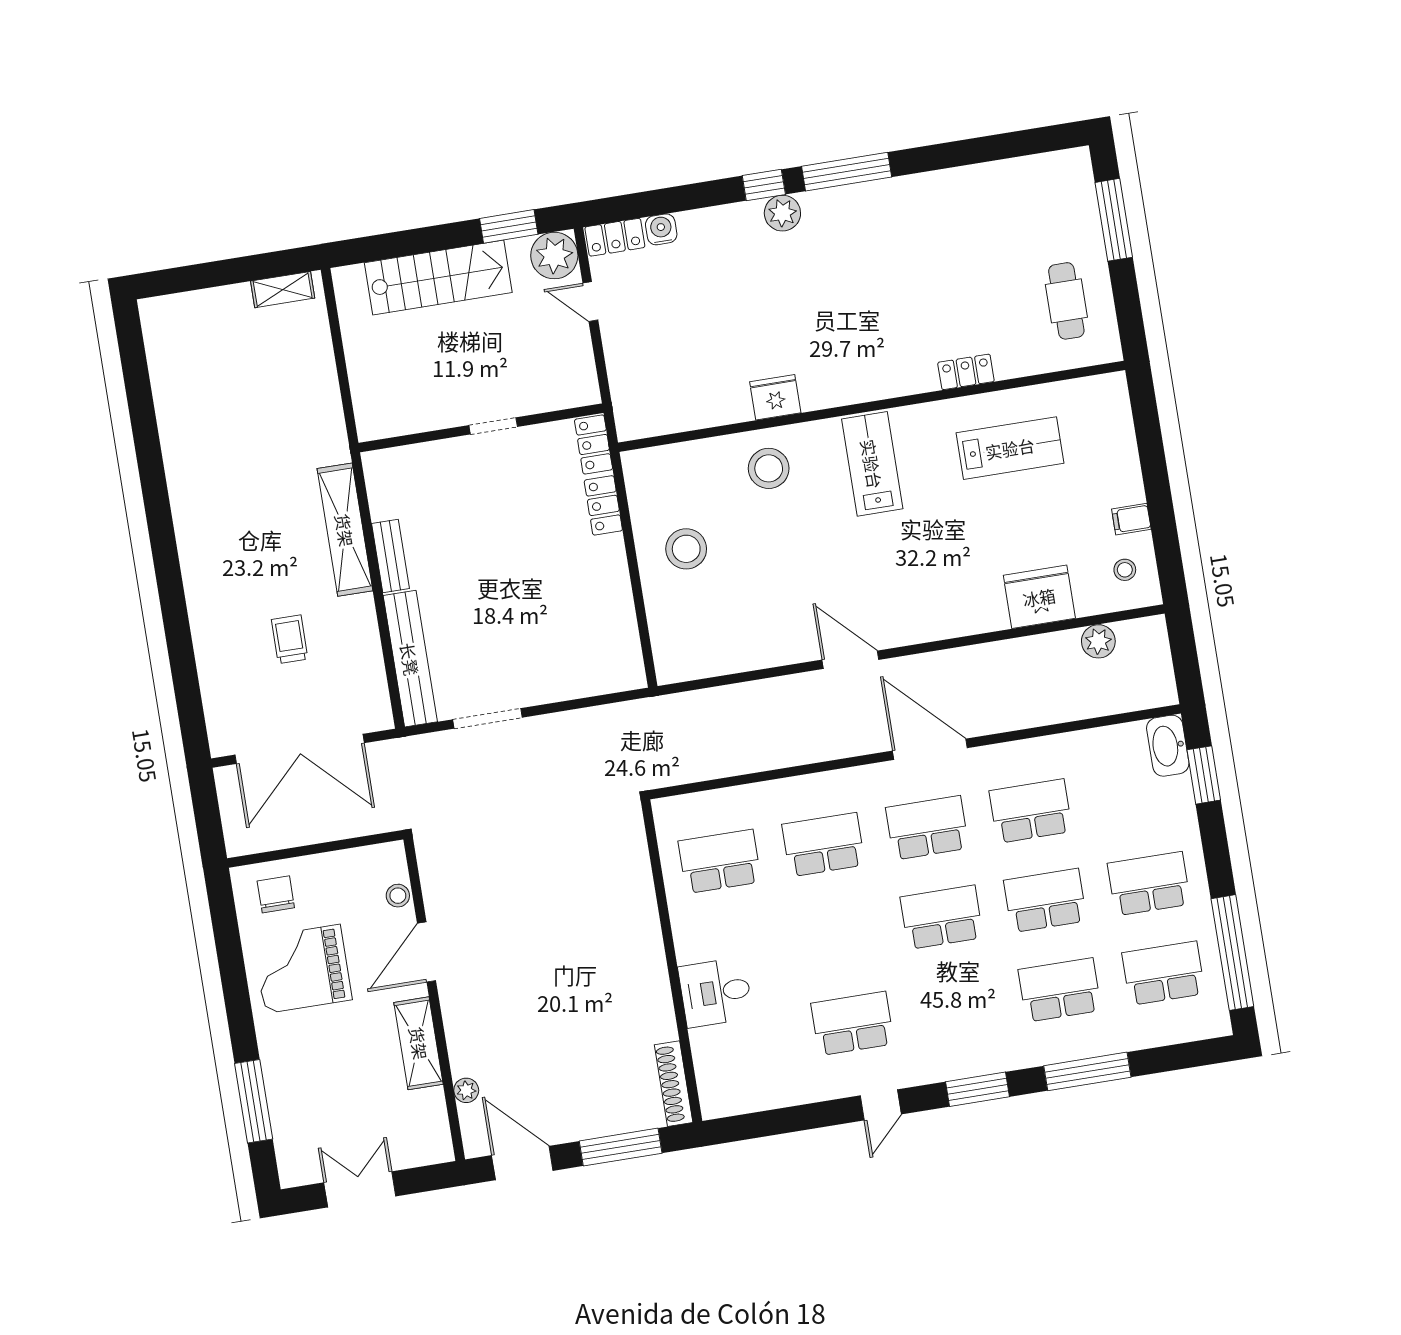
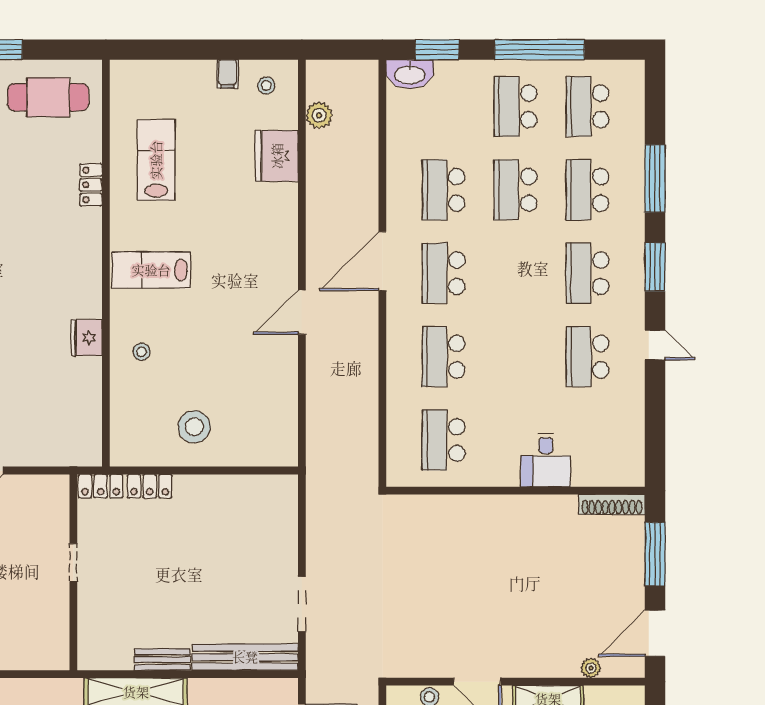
cafe table: (1066, 301) -> (48, 97), width x1.37, depth x1.35
stool: (769, 468) -> (142, 352), width x0.53, depth x0.53
school desk: (942, 917) -> (587, 273), moved
window: (1232, 953) -> (540, 50), moved

